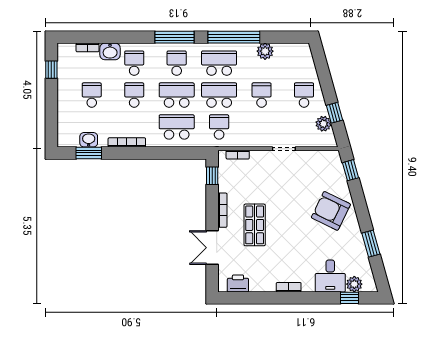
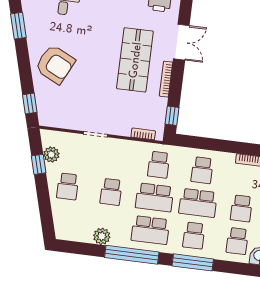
school desk: (177, 127) -> (202, 170), width x0.54
shop shelf: (255, 225) -> (135, 60), width x1.43, depth x1.36

